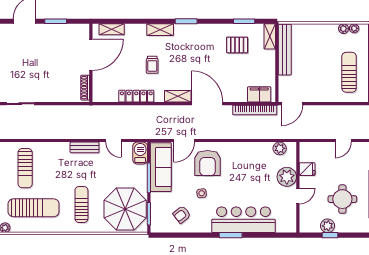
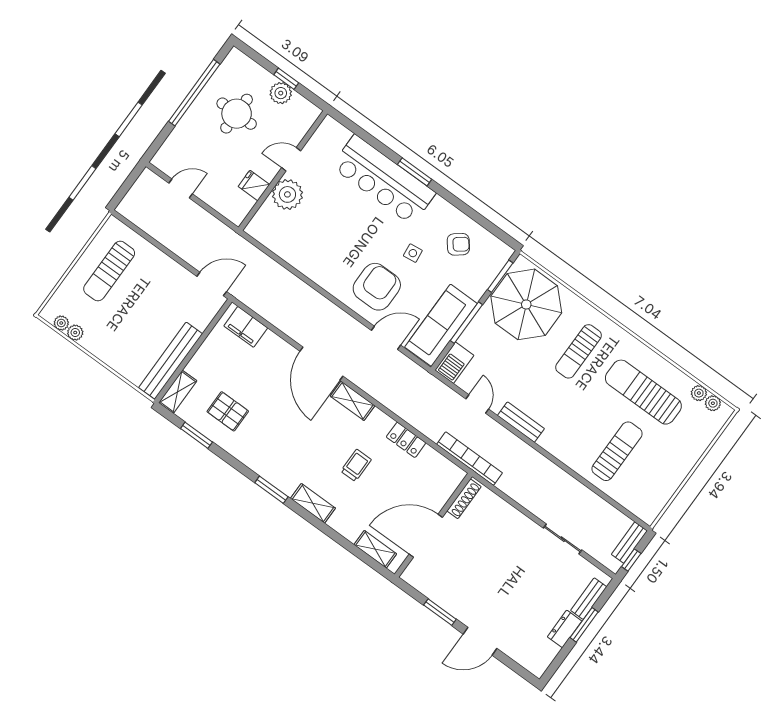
locker: (136, 96) -> (406, 440), width x0.66
bookcase: (255, 110) -> (469, 459), moved
plant: (280, 148) -> (270, 238), removed

